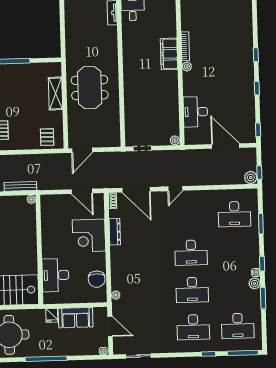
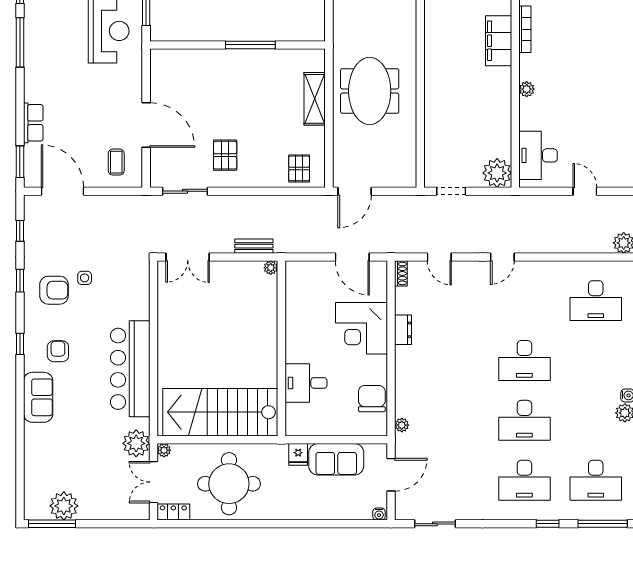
plant: (187, 66) -> (527, 89), moved
desk: (195, 112) -> (538, 155), moved
plant: (175, 140) -> (497, 173), width x1.87, depth x1.87
door: (226, 146) -> (585, 191), width x0.53
bench: (20, 186) -> (254, 246), width x0.73
door: (136, 190) -> (439, 257), width x0.53
dresser: (115, 232) -> (403, 330), width x0.70
desk: (55, 275) -> (306, 383), width x0.73
chair: (97, 279) -> (372, 399), turned 180
door: (110, 326) -> (391, 475), hinge flipped
window: (46, 359) -> (287, 524), removed

